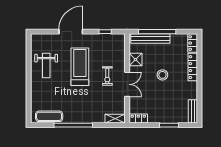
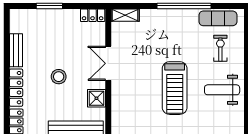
weight bench: (46, 66) -> (222, 90), turned -90
exercise bike: (107, 76) -> (220, 48), moved
bench: (193, 111) -> (16, 50), moved

